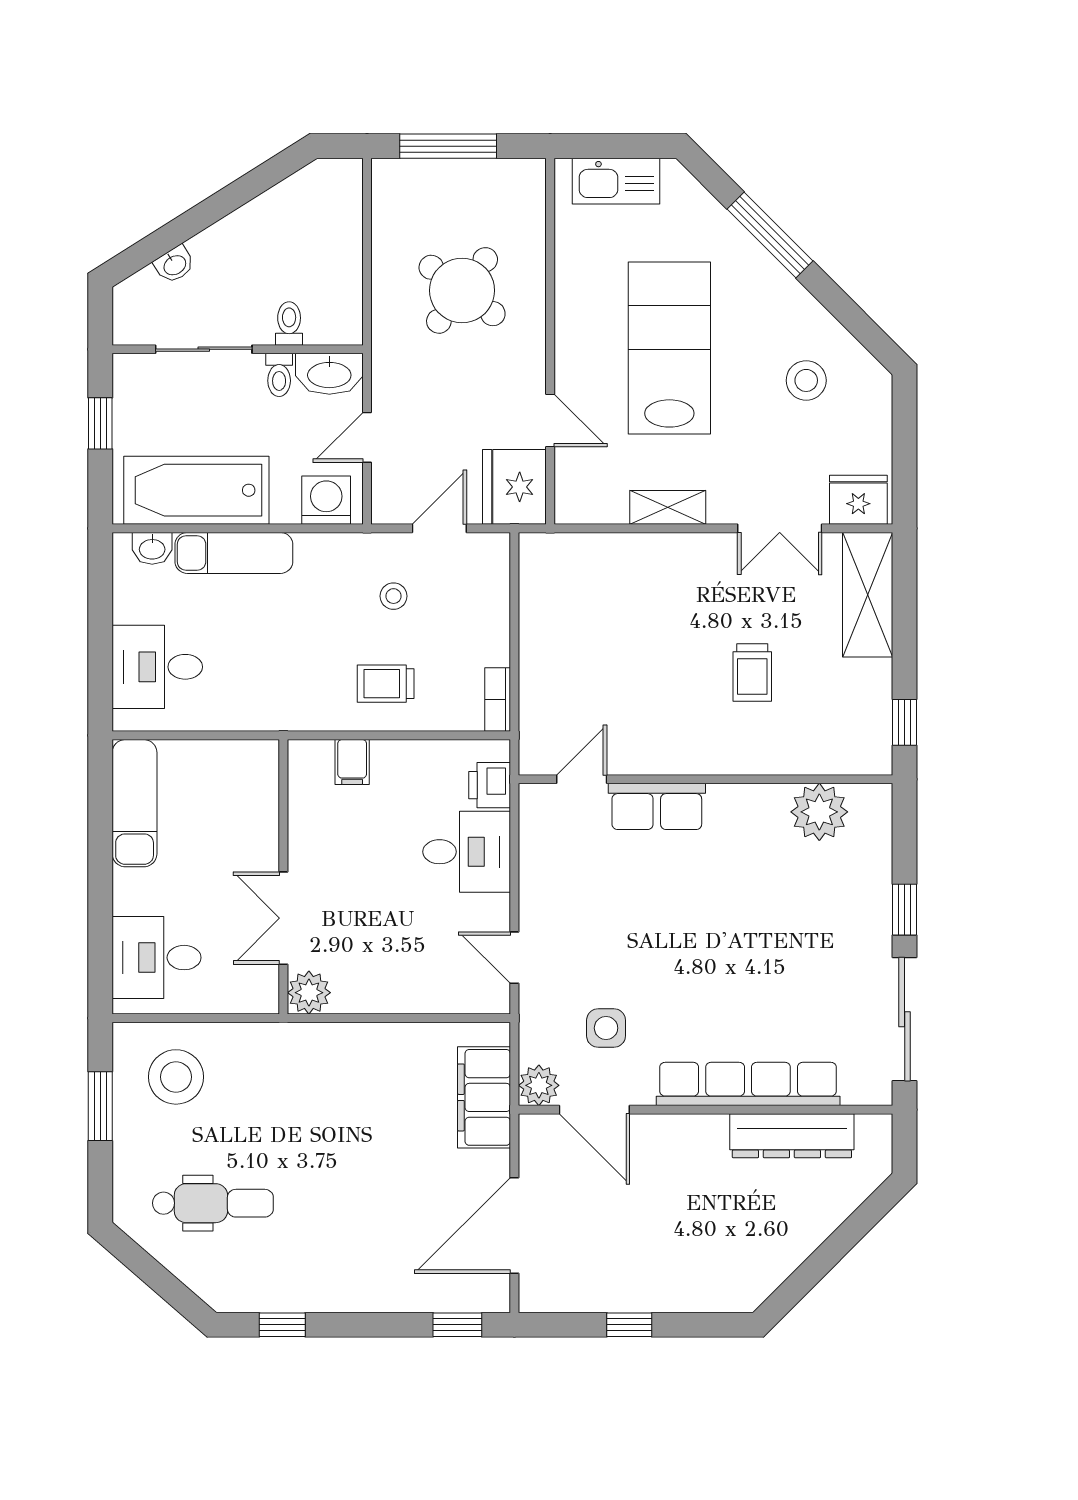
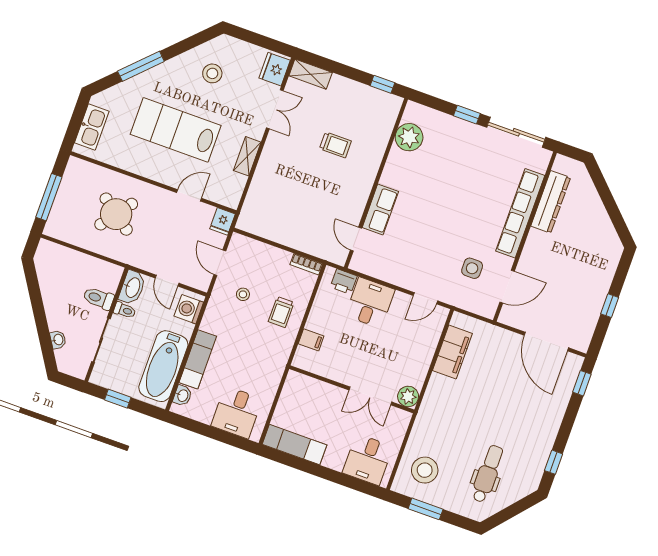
toilet: (289, 323) -> (99, 298), width x1.37, depth x1.39
fridge: (514, 487) -> (222, 221), width x0.53, depth x0.75
shelving: (868, 595) -> (311, 74), width x0.67, depth x0.75
plant: (539, 1085) -> (487, 308), removed
filing cabinet: (484, 1097) -> (452, 352), moved, turned -90

